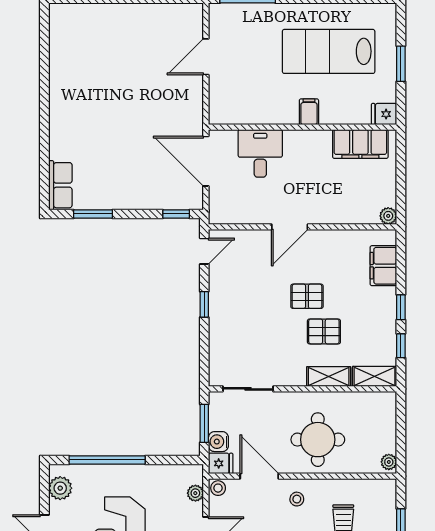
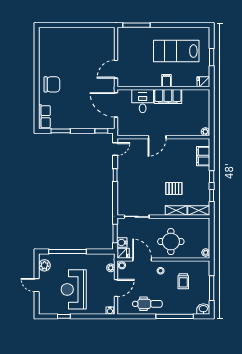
door: (206, 57) -> (116, 69), moved
chair: (75, 119) -> (52, 84), added
filing cabinet: (360, 144) -> (168, 96), moved
pallet: (307, 296) -> (166, 171), removed

